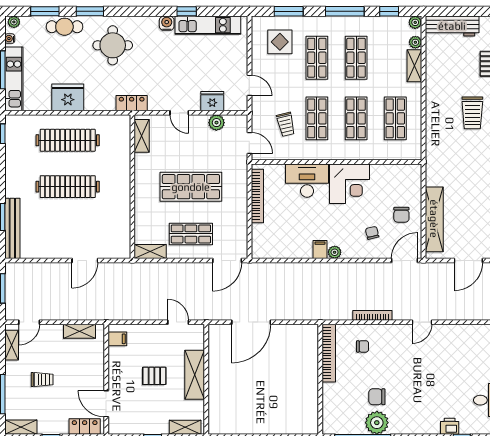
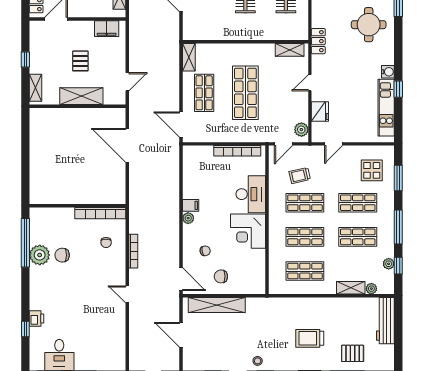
plant: (415, 22) -> (389, 264), moved
plant: (216, 123) -> (301, 130), moved
filing cabinet: (117, 339) -> (107, 29), width x2.00
chair: (377, 397) -> (62, 255), turned -90

